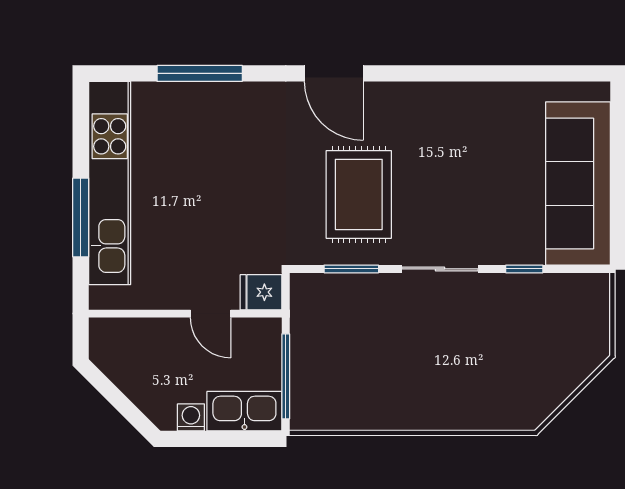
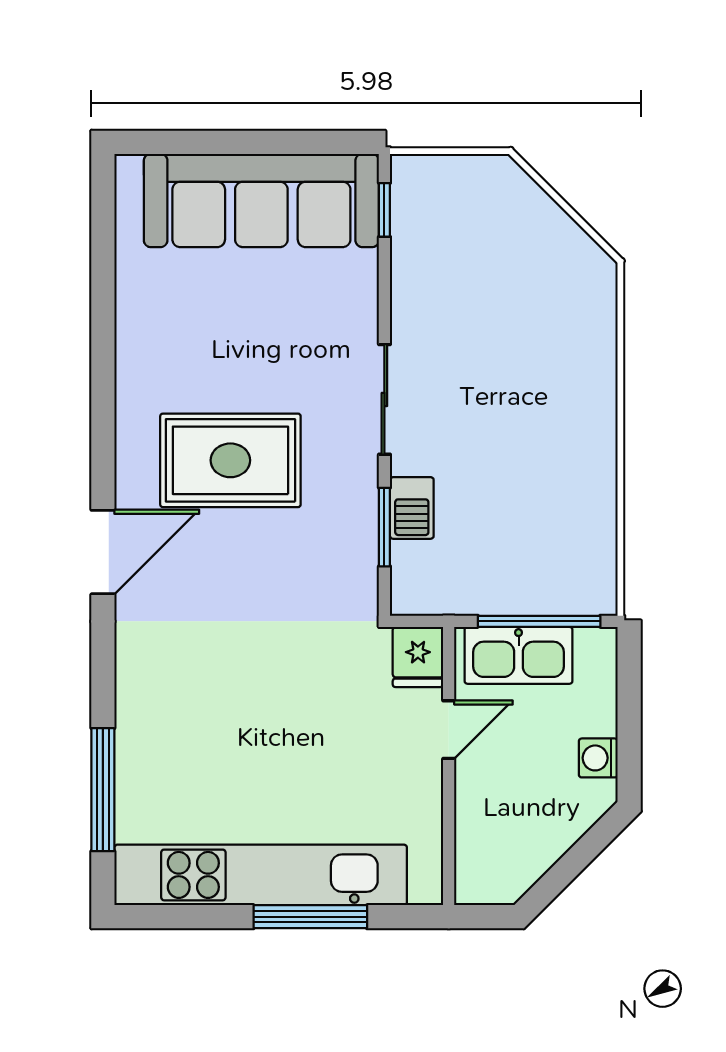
window: (200, 73) -> (103, 790), moved
rug: (359, 194) -> (230, 460), moved
window: (524, 269) -> (384, 210), moved
barbecue: (365, 288) -> (412, 508), added
kitchen sink: (244, 411) -> (519, 655), moved, turned -90

